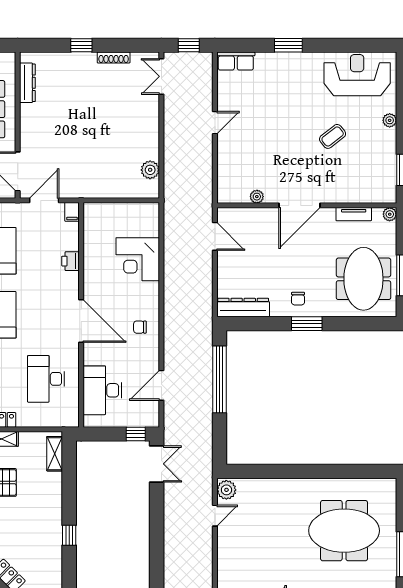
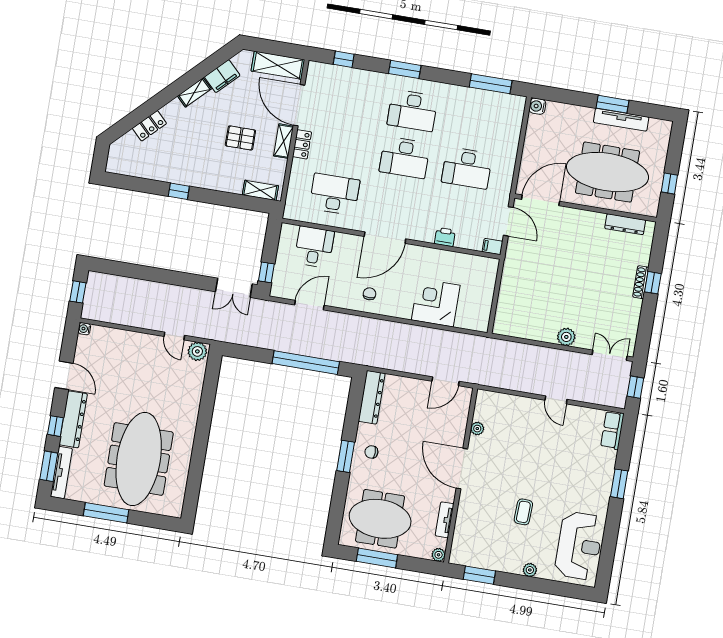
shoe rack: (114, 58) -> (641, 282), moved
coffee table: (333, 136) -> (523, 512), turned 40
plant: (150, 170) -> (566, 337), moved
door: (161, 385) -> (309, 305), hinge flipped
desk: (102, 390) -> (314, 247), width x0.73
meeting table: (344, 531) -> (139, 459), width x1.36

